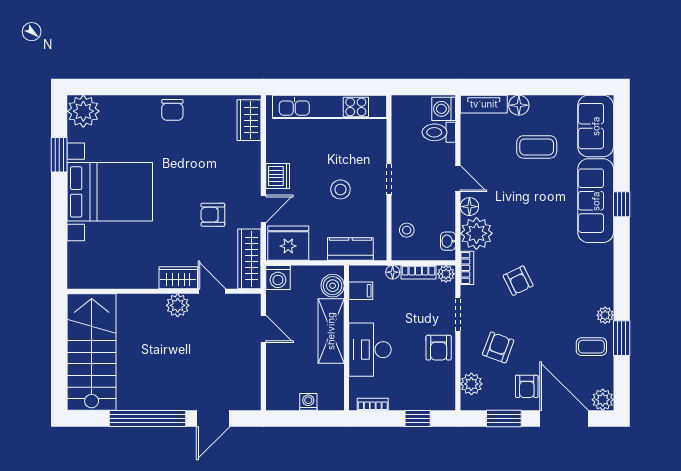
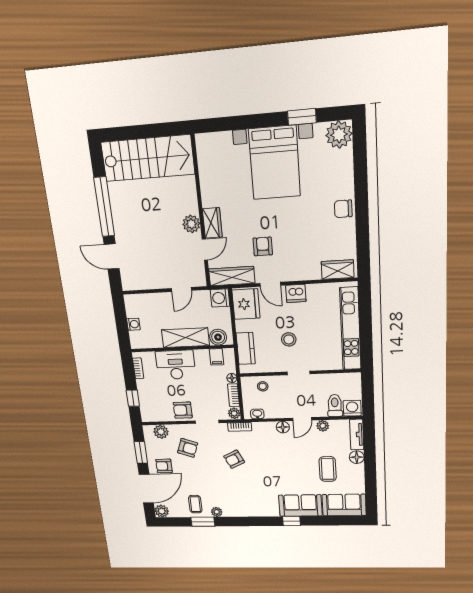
sofa: (596, 201) -> (300, 506), width x0.73
plant: (476, 233) -> (323, 426), moved, width x0.53, depth x0.53

